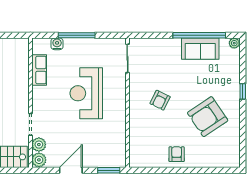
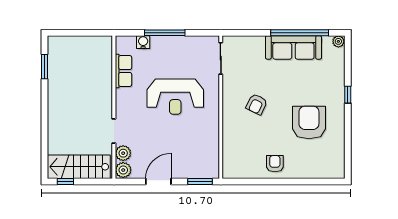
sofa: (200, 49) -> (293, 47), width x1.36
reception desk: (86, 93) -> (175, 97), turned -90
armchair: (208, 117) -> (309, 122), turned 124

